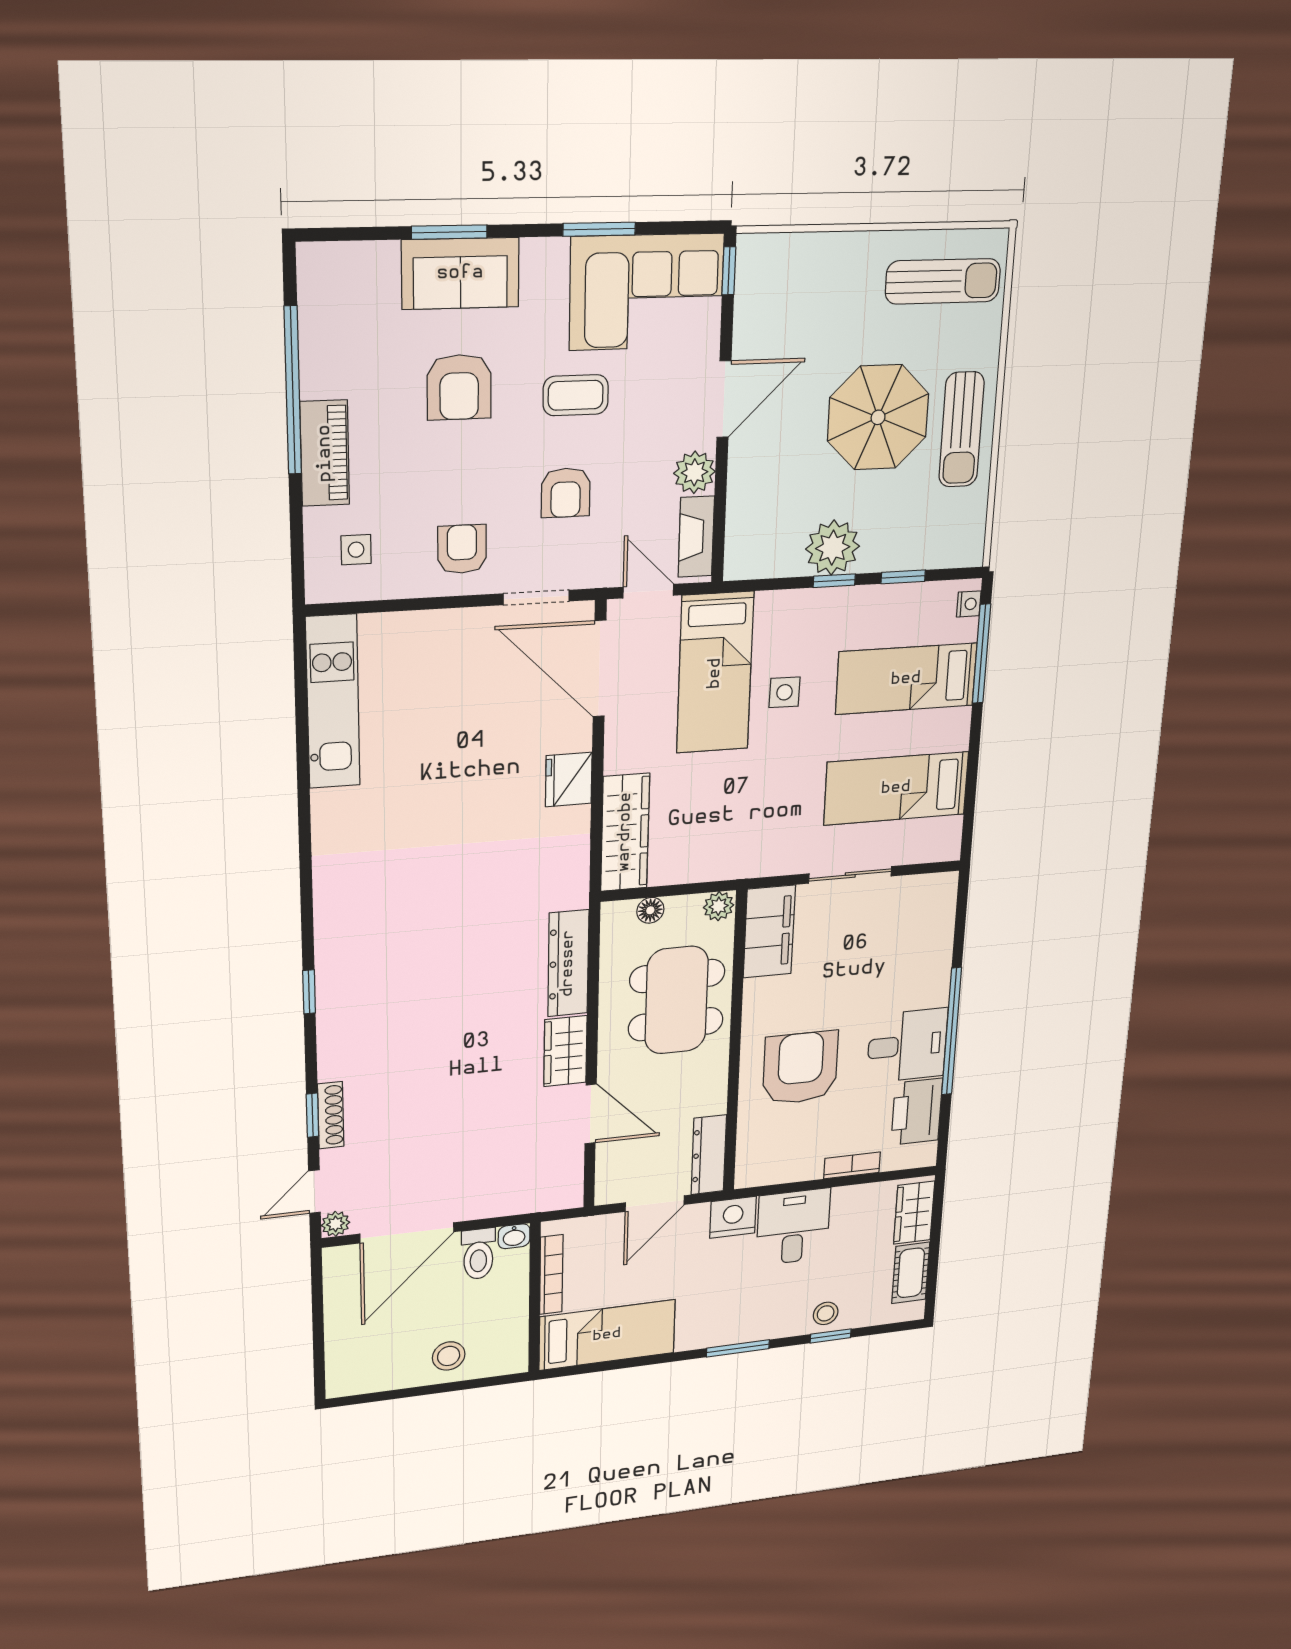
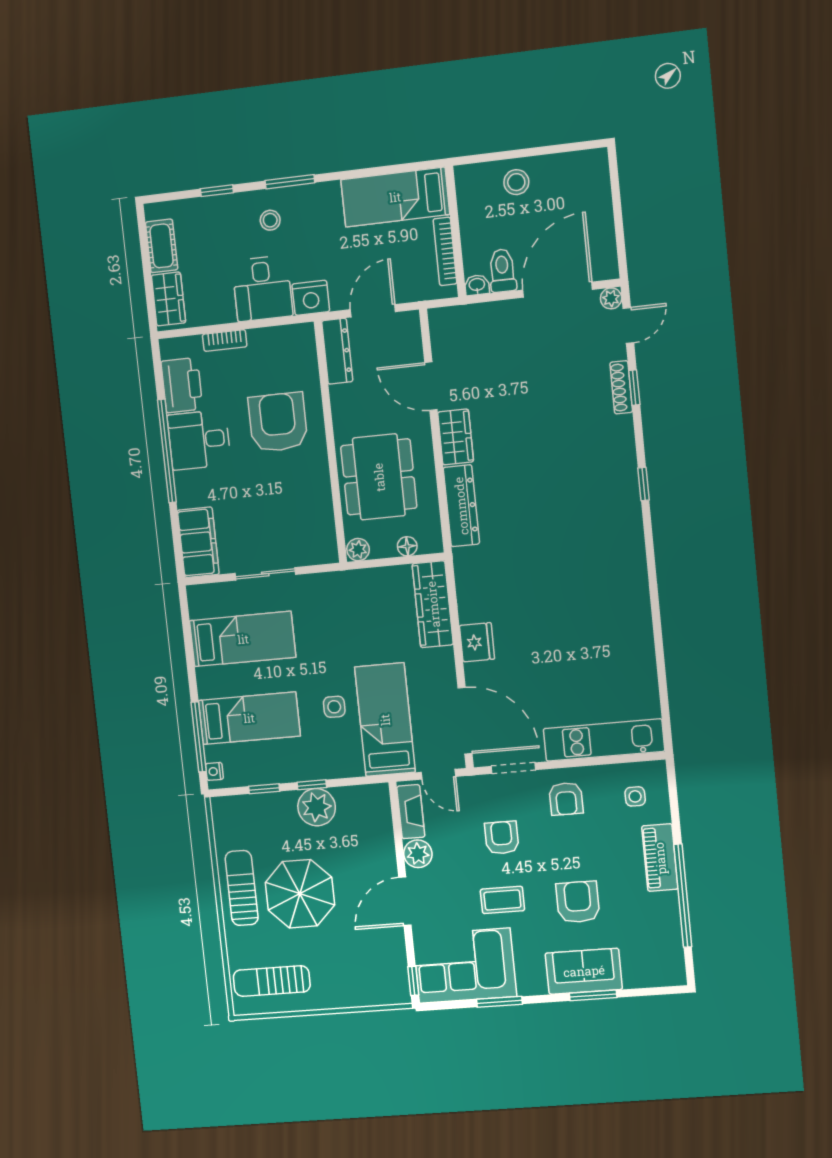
kitchen unit: (333, 702) -> (604, 740), moved, turned 90
filing cabinet: (769, 932) -> (198, 542), moved, turned 180
armchair: (800, 1068) -> (278, 422), turned 180
stool: (826, 1313) -> (270, 220), moved

